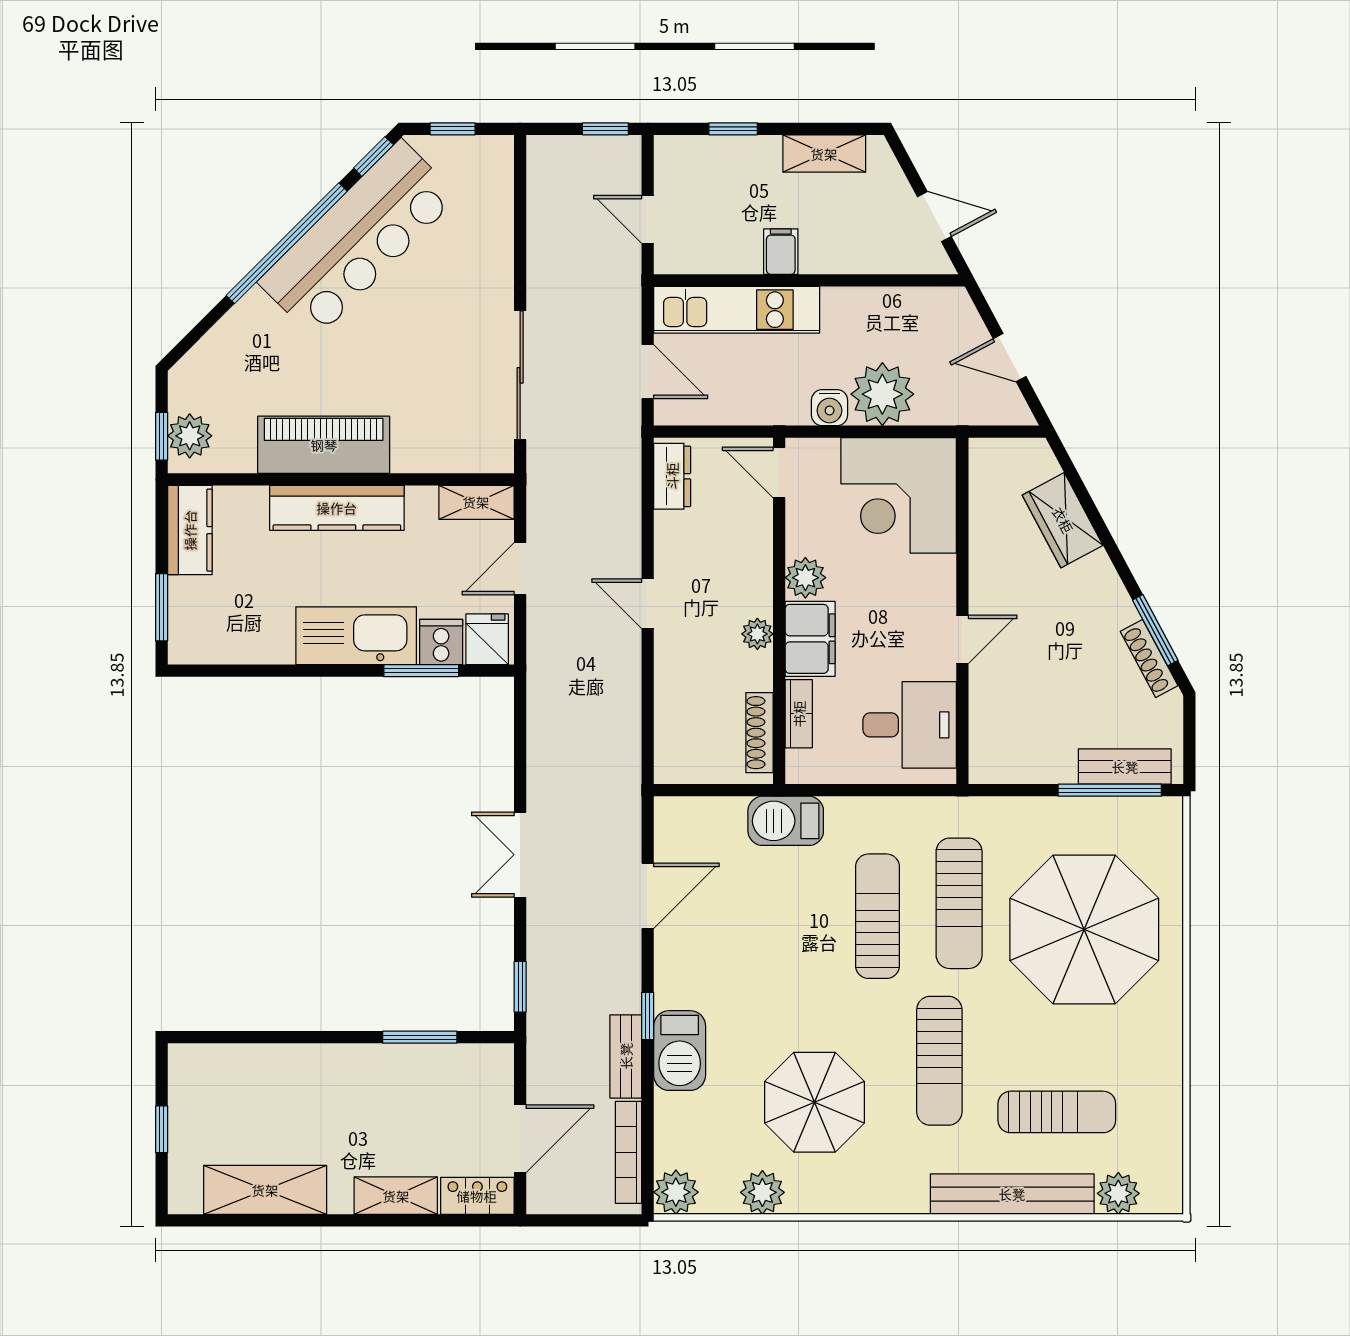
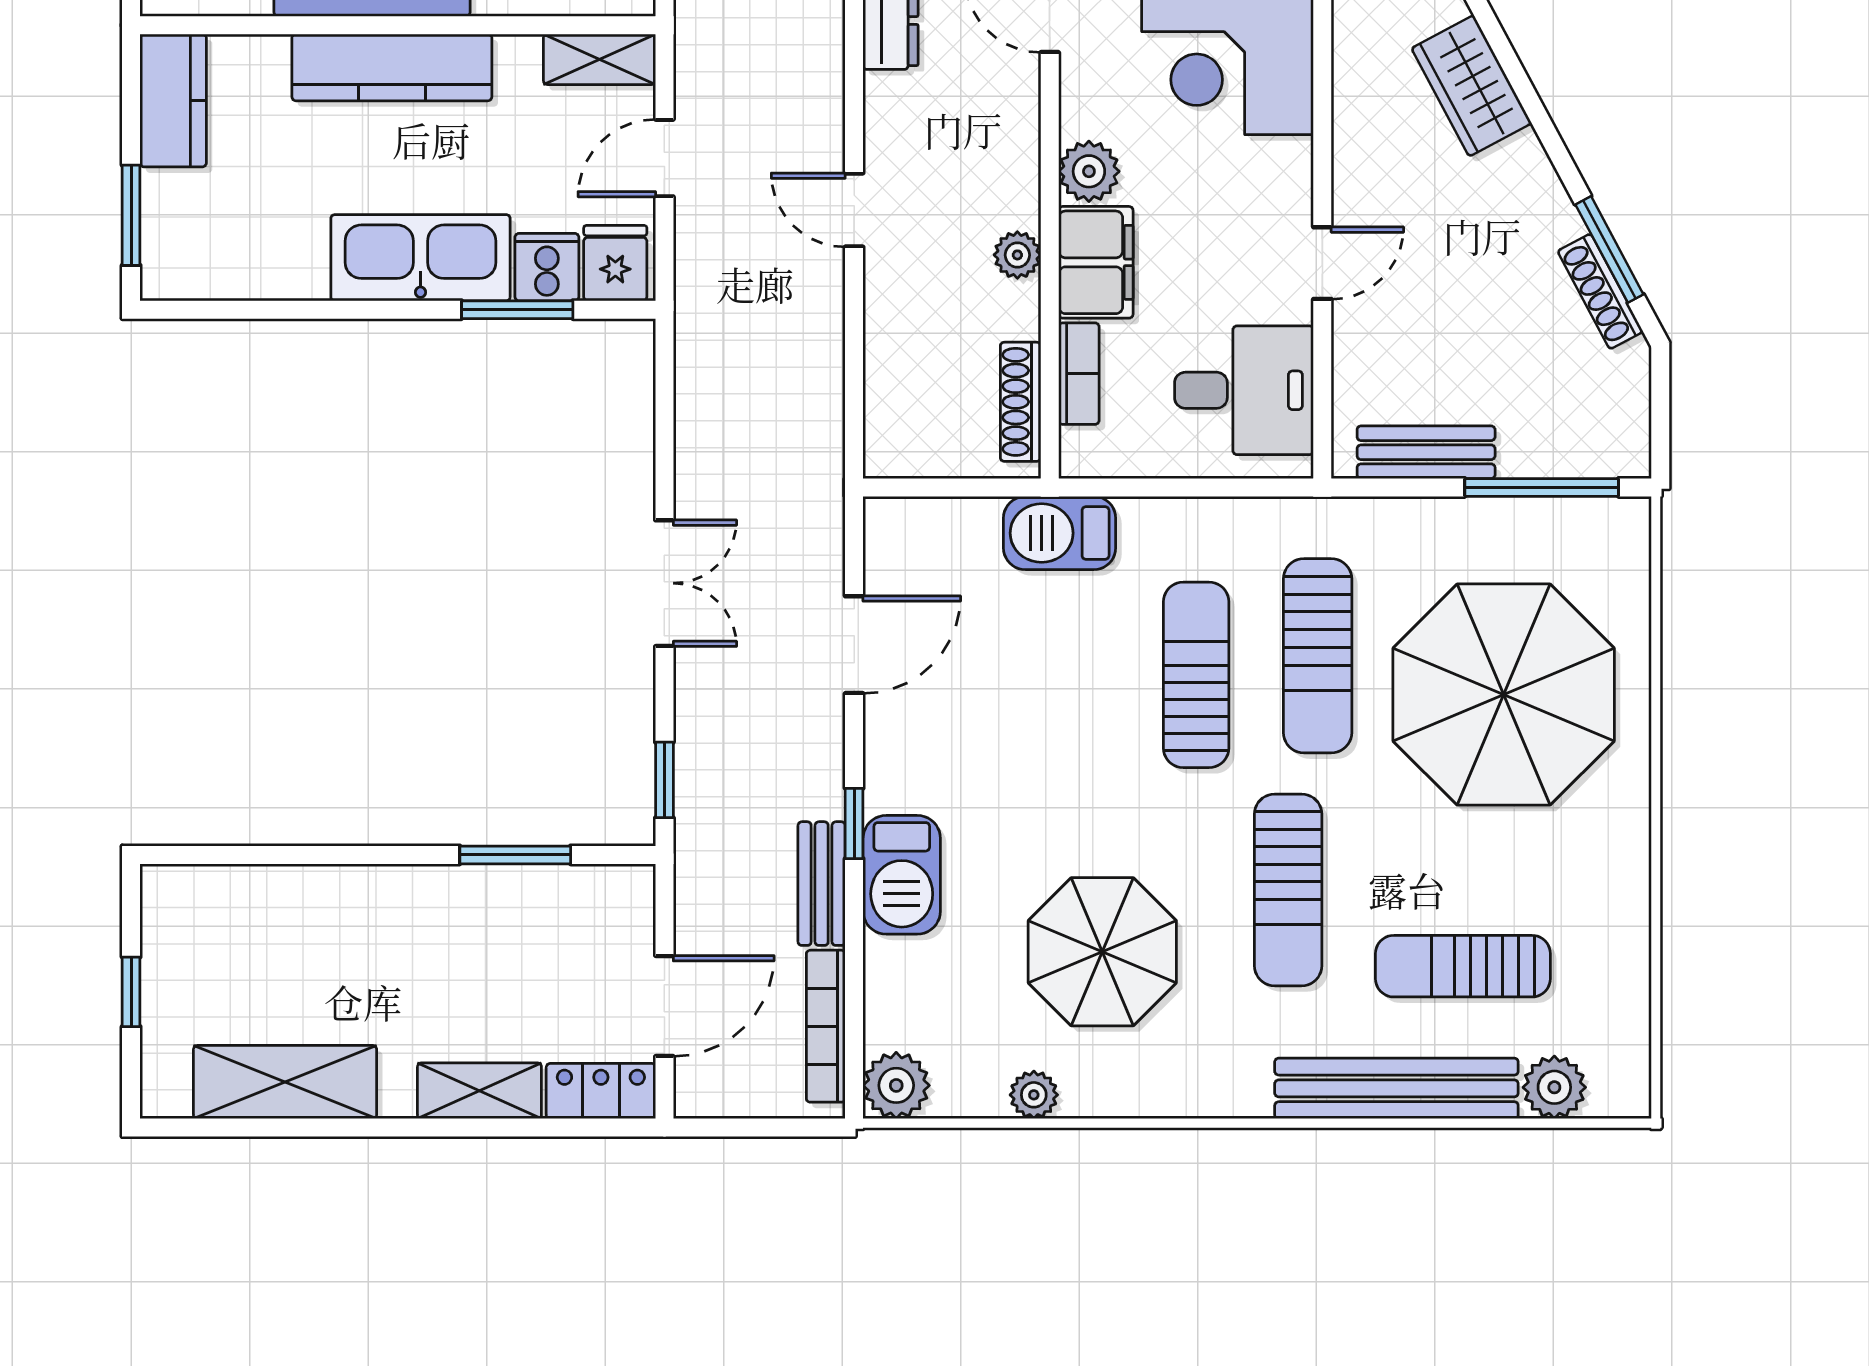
bench: (1125, 767) -> (1426, 452), moved
double door: (520, 855) -> (664, 583), swing flipped
sun lounger: (1057, 1112) -> (1463, 966), turned 180
plant: (762, 1192) -> (1034, 1095), width x0.73, depth x0.73

